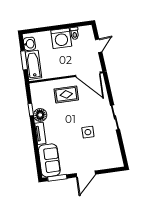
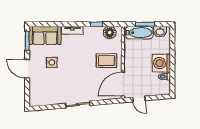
door: (99, 46) -> (139, 99), moved
rug: (66, 94) -> (106, 60), turned 90
floor lamp: (40, 115) -> (110, 33), moved
side table: (88, 132) -> (52, 62), moved

